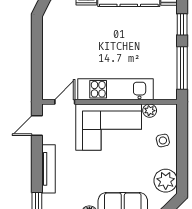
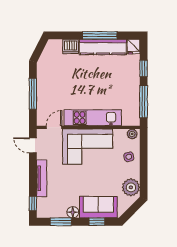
window: (37, 58) -> (33, 94), added
plant: (150, 111) -> (132, 134), moved
door: (37, 126) -> (33, 145), hinge flipped

